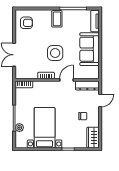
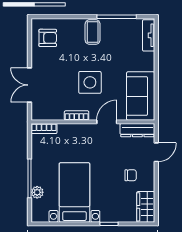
sofa: (90, 49) -> (141, 96), moved

